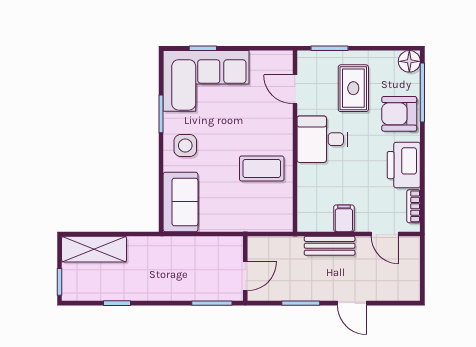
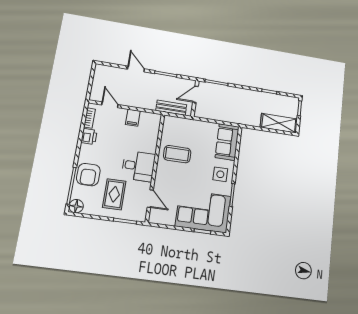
armchair: (399, 114) -> (88, 175), turned 90
printer: (404, 165) -> (89, 136), width x0.53, depth x0.68
bench: (330, 246) -> (171, 108), moved

